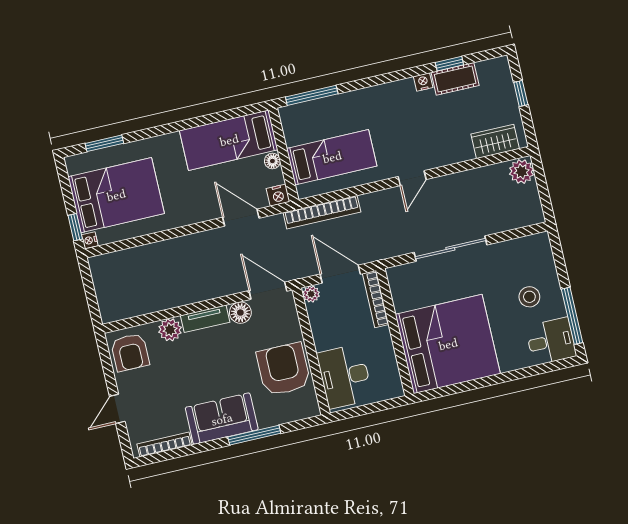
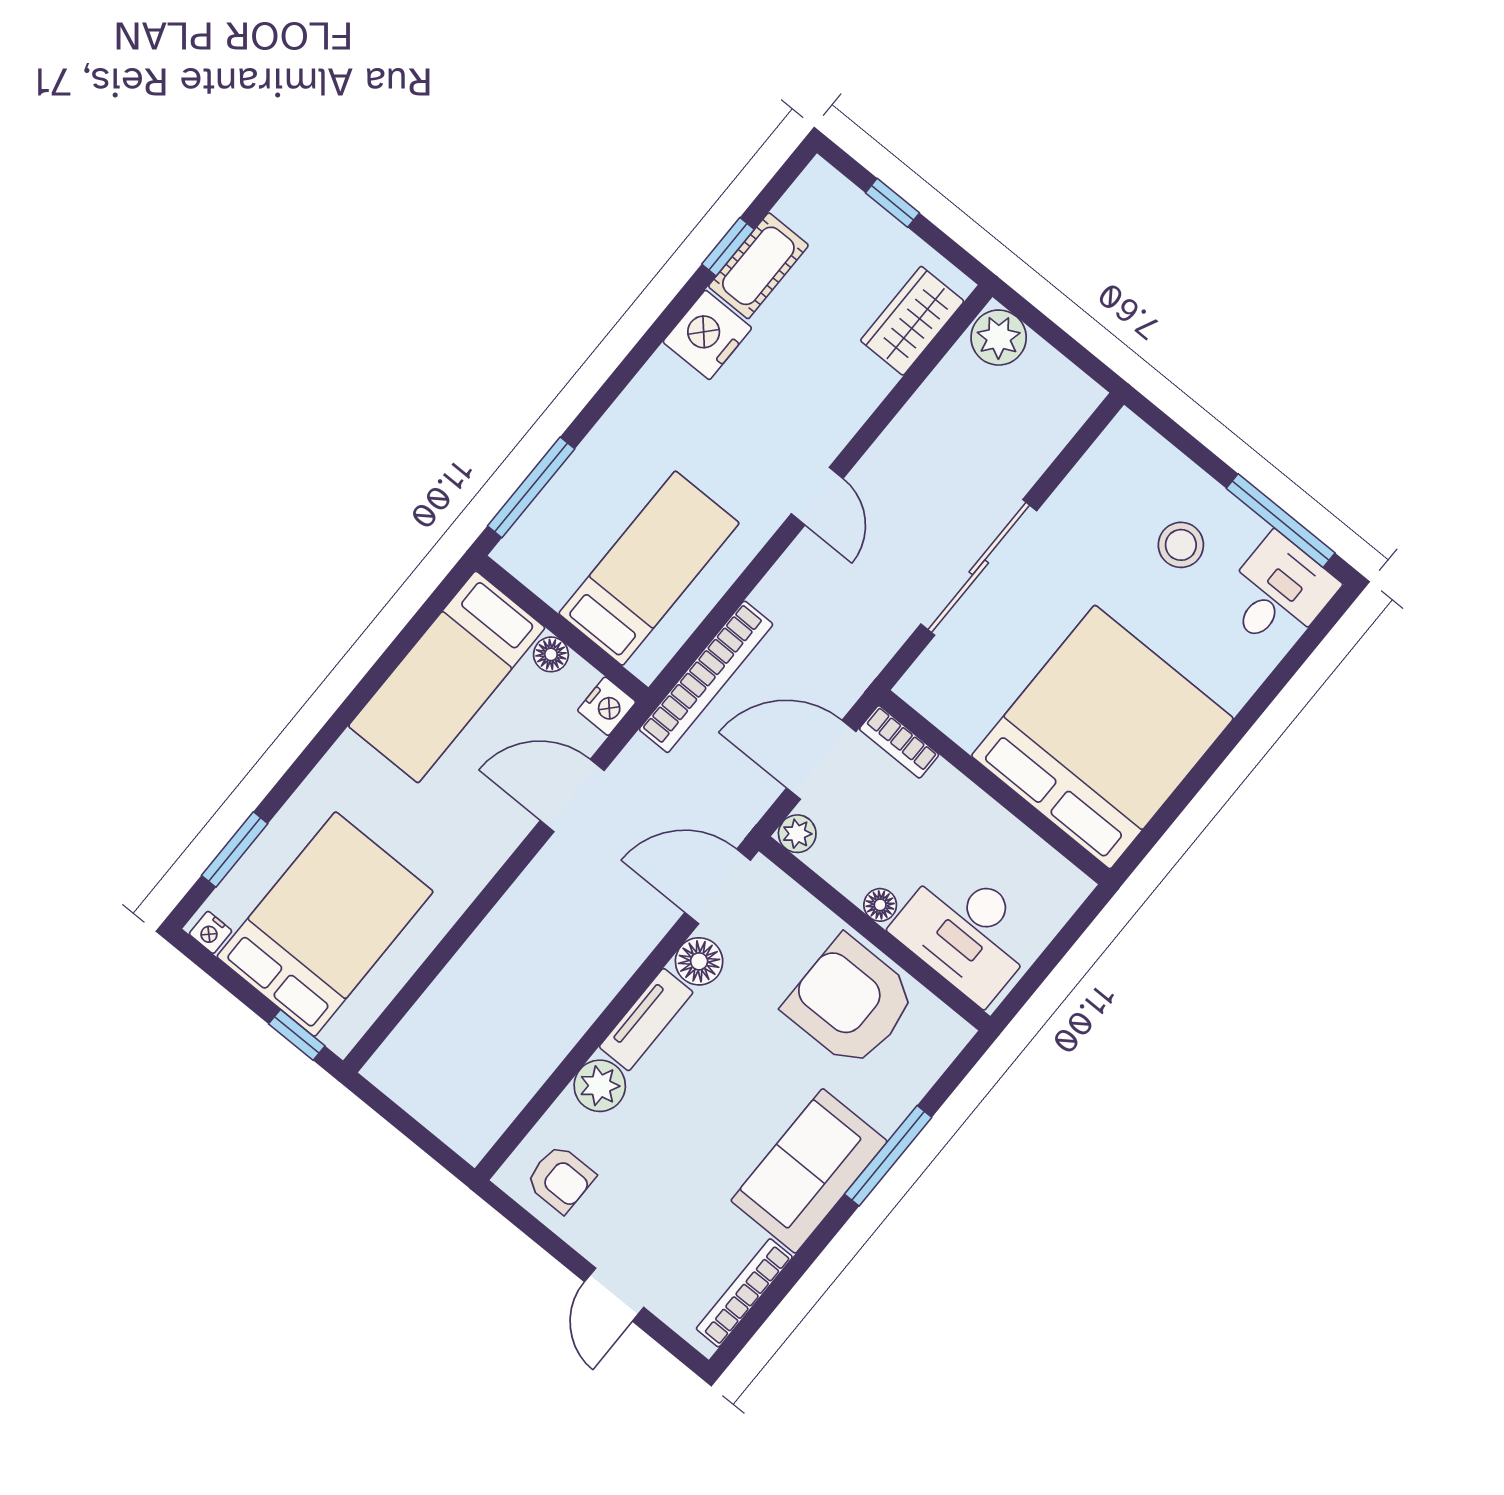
nightstand: (423, 82) -> (707, 335), width x1.89, depth x1.79
nightstand: (90, 240) -> (211, 932), moved
bookcase: (376, 299) -> (899, 742), width x0.64
floor lamp: (321, 343) -> (880, 905), added
armchair: (130, 352) -> (560, 1179), width x0.72, depth x0.72

